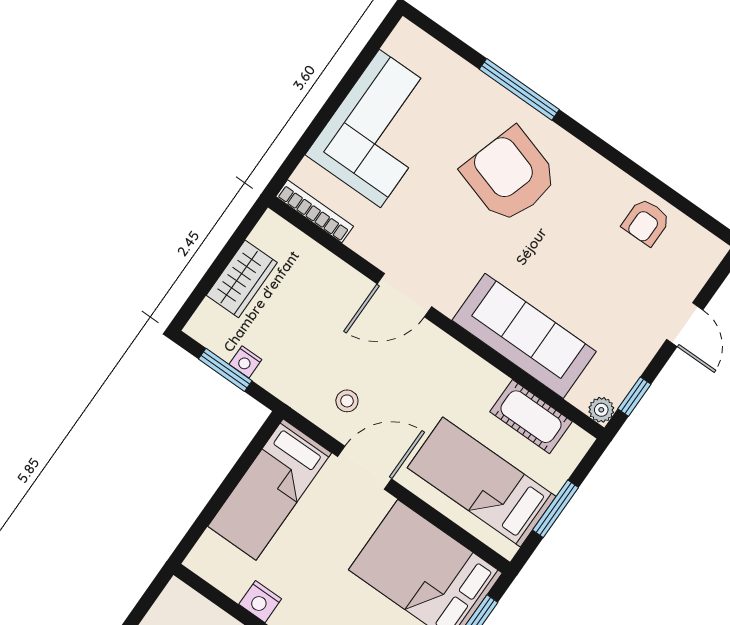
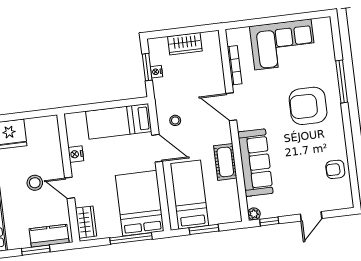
armchair: (510, 175) -> (308, 106), turned -107
bookcase: (315, 211) -> (235, 65), moved
cot: (531, 417) -> (225, 162), moved

